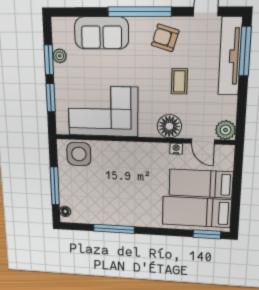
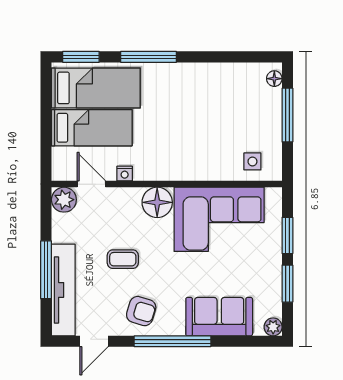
window: (245, 51) -> (46, 270), moved
plant: (60, 56) -> (273, 327), moved
coffee table: (179, 81) -> (123, 259), turned 90
floor lamp: (169, 126) -> (157, 202), moved
side table: (79, 154) -> (252, 161), width x0.54, depth x0.54
window: (114, 229) -> (149, 57), moved

